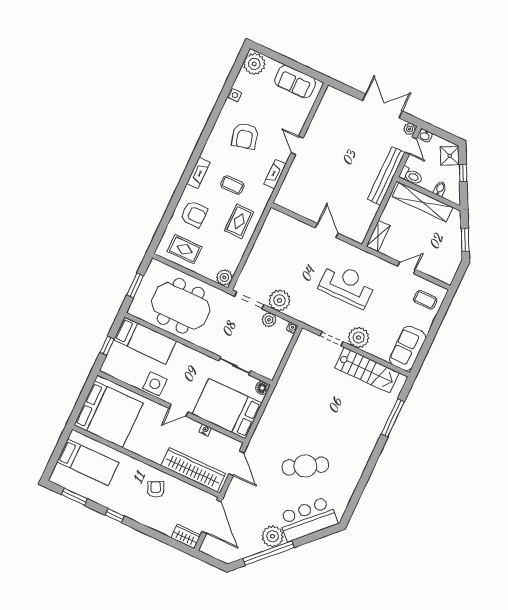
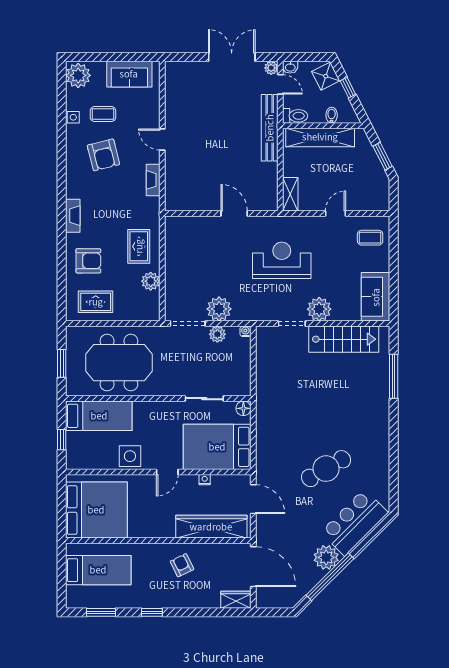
coffee table: (232, 185) -> (103, 114), moved
plant: (224, 277) -> (151, 281), moved

